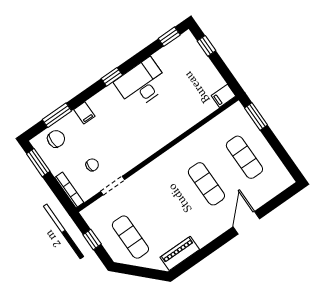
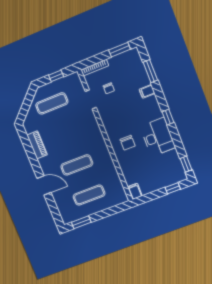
window: (256, 117) -> (81, 222), moved
chair: (56, 139) -> (128, 143), moved
piano: (180, 253) -> (37, 145), moved

